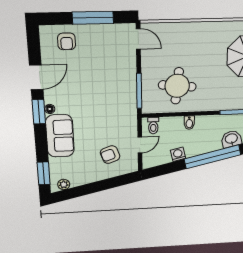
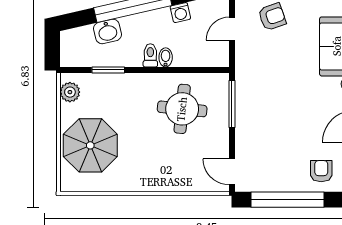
window: (93, 18) -> (287, 200), width x1.46
toilet: (153, 126) -> (150, 55), moved

